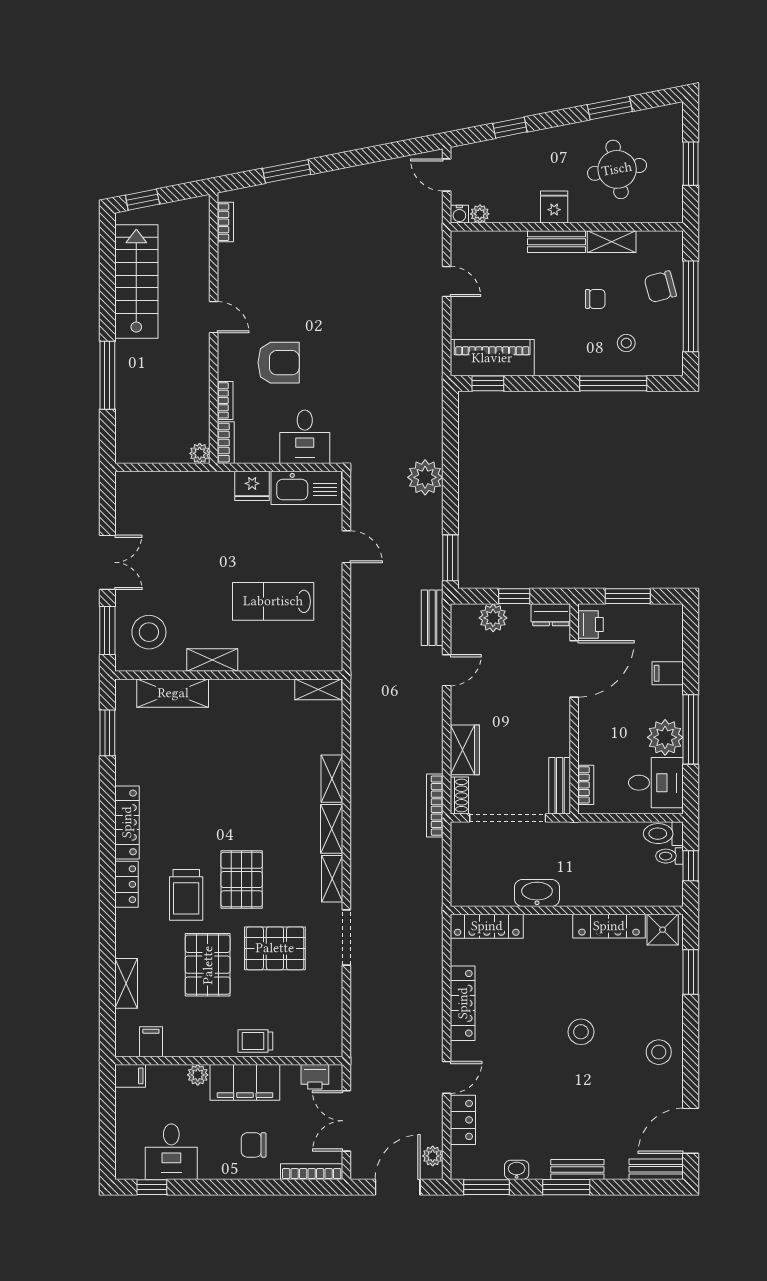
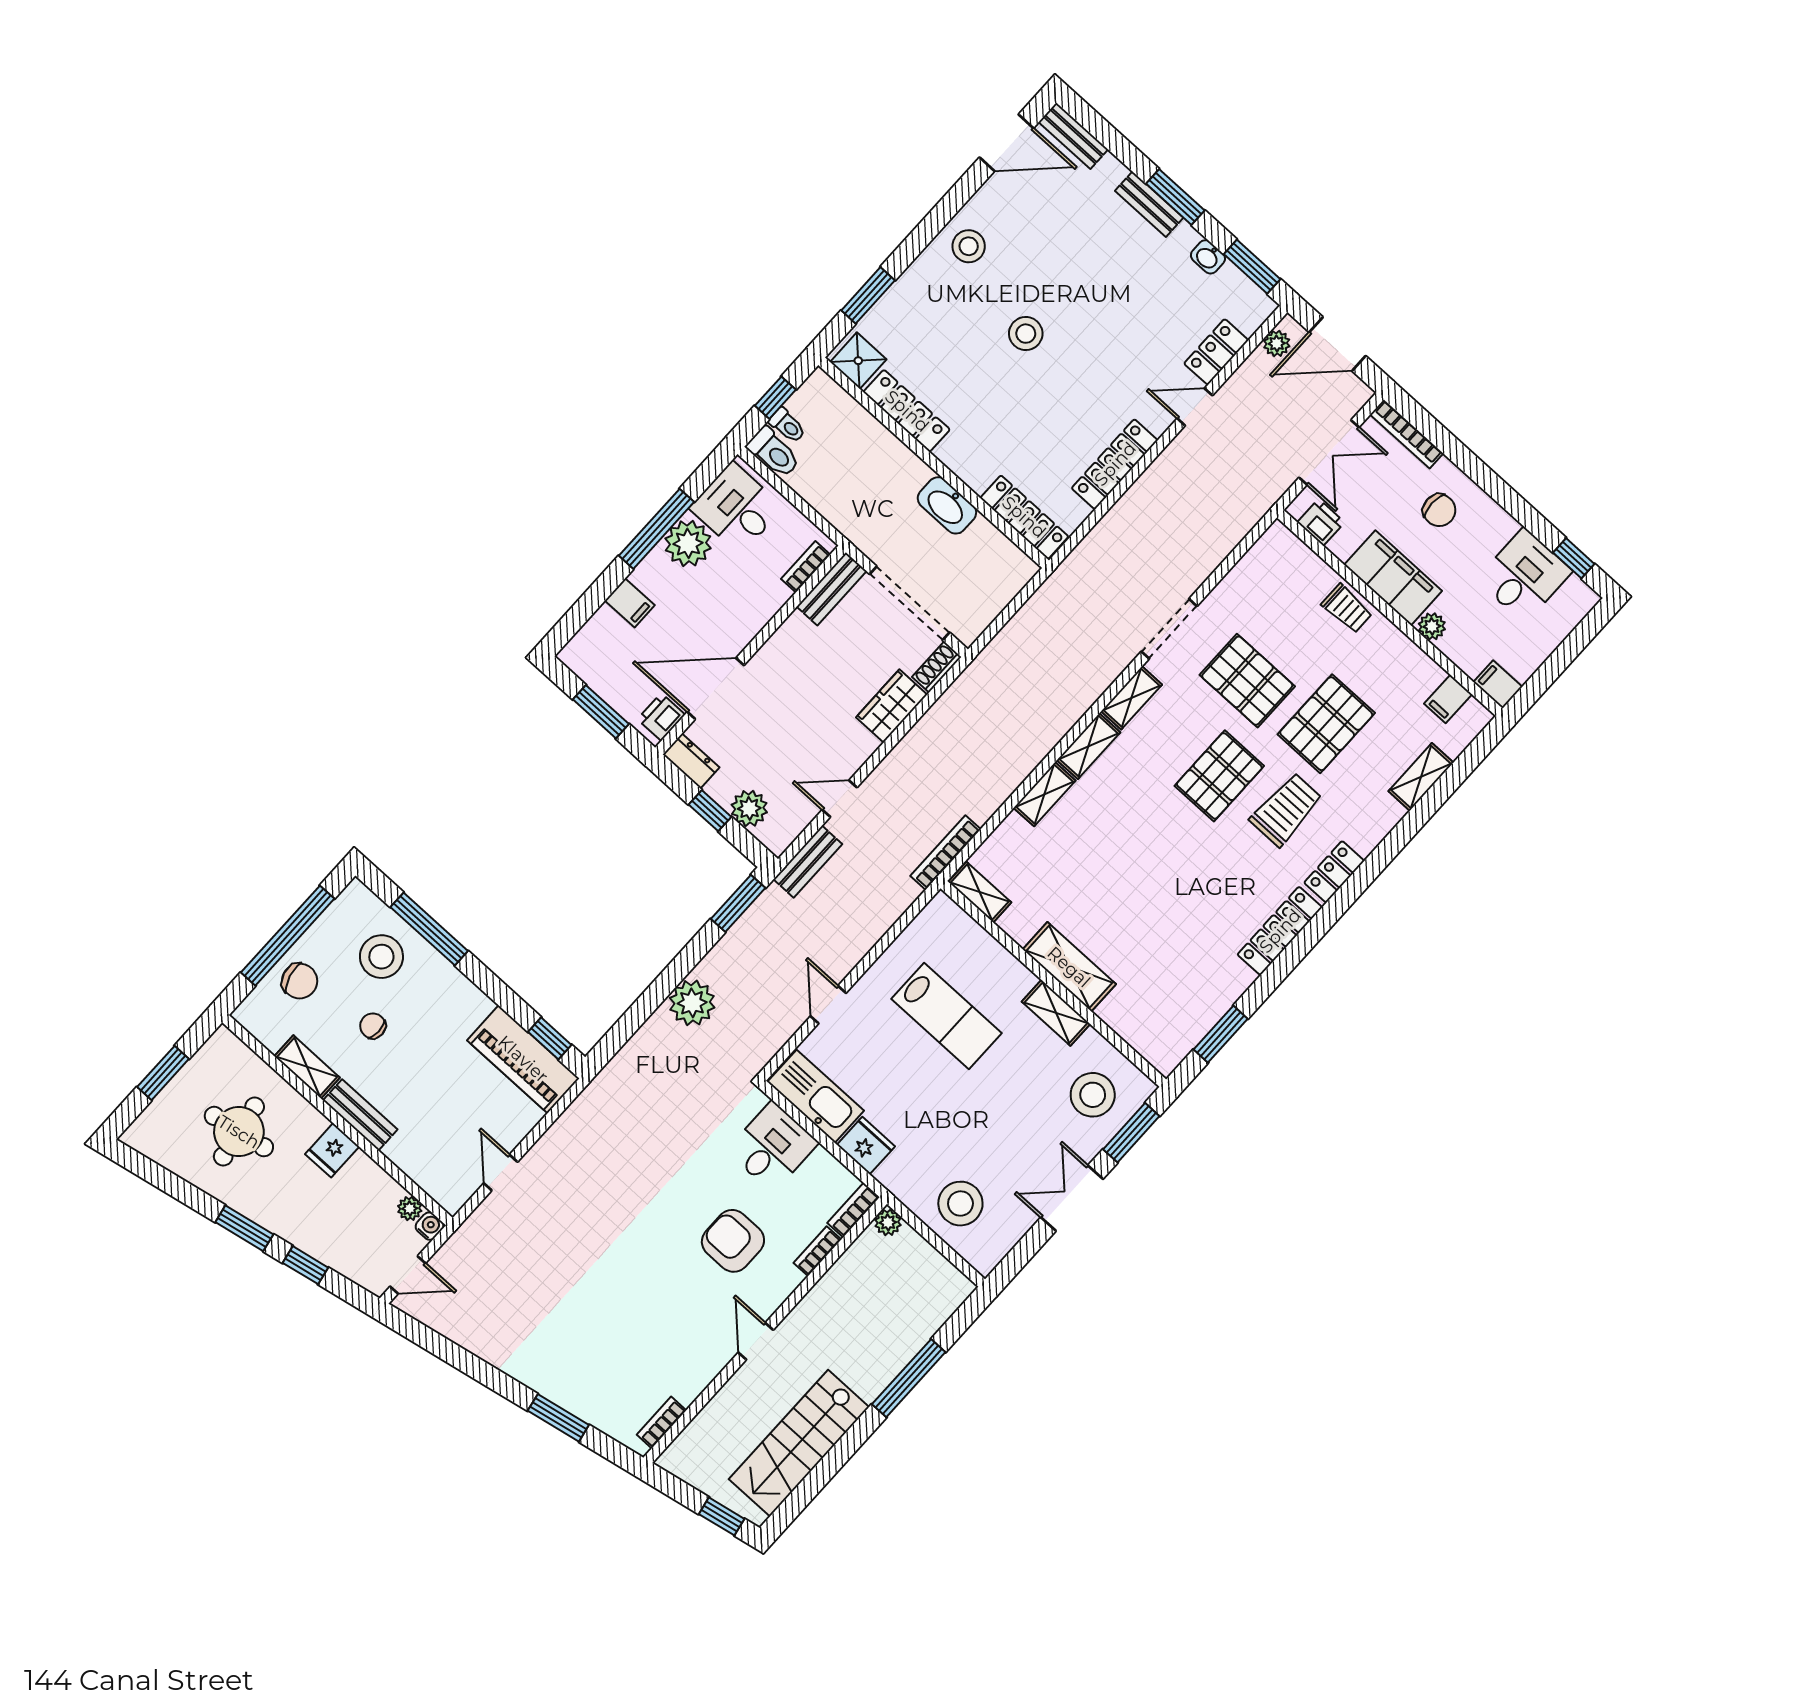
window: (610, 108) -> (244, 1228), moved
door: (447, 175) -> (408, 1275), hinge flipped
stool: (626, 343) -> (381, 957), width x1.89, depth x1.89
stool: (168, 502) -> (960, 1204), added
shelving: (173, 693) -> (1069, 967), moved
bookcase: (435, 806) -> (946, 852), moved, turned 180

